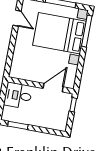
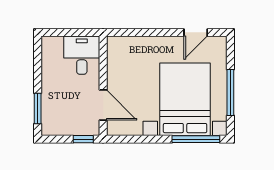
window: (18, 125) -> (38, 109), moved

